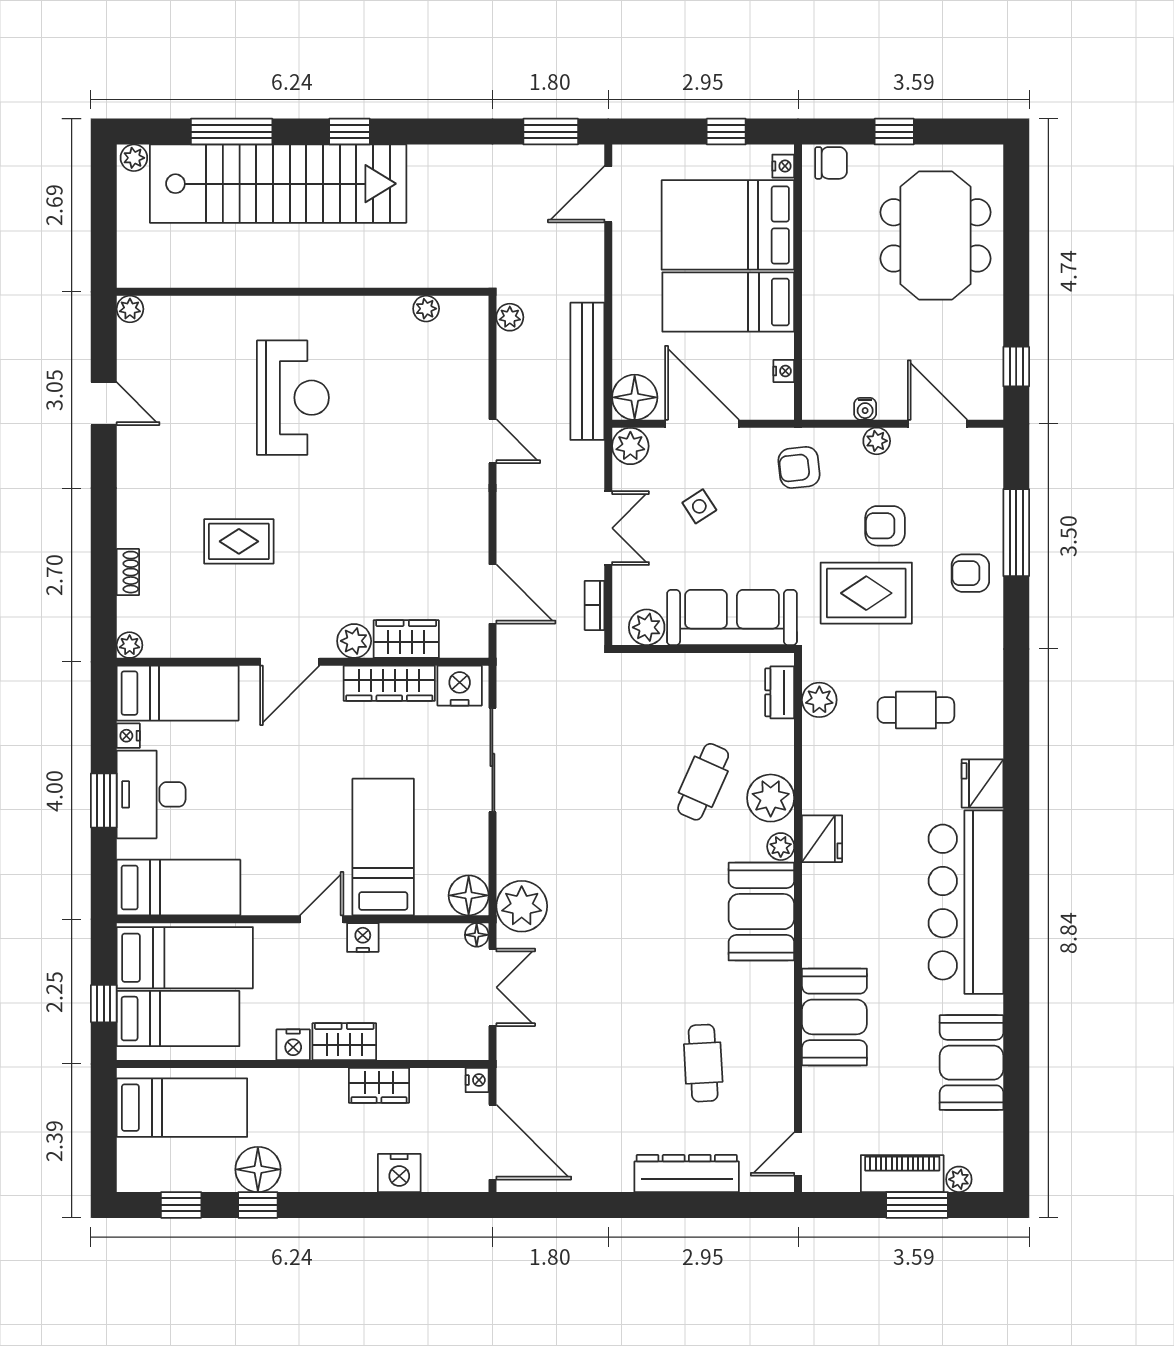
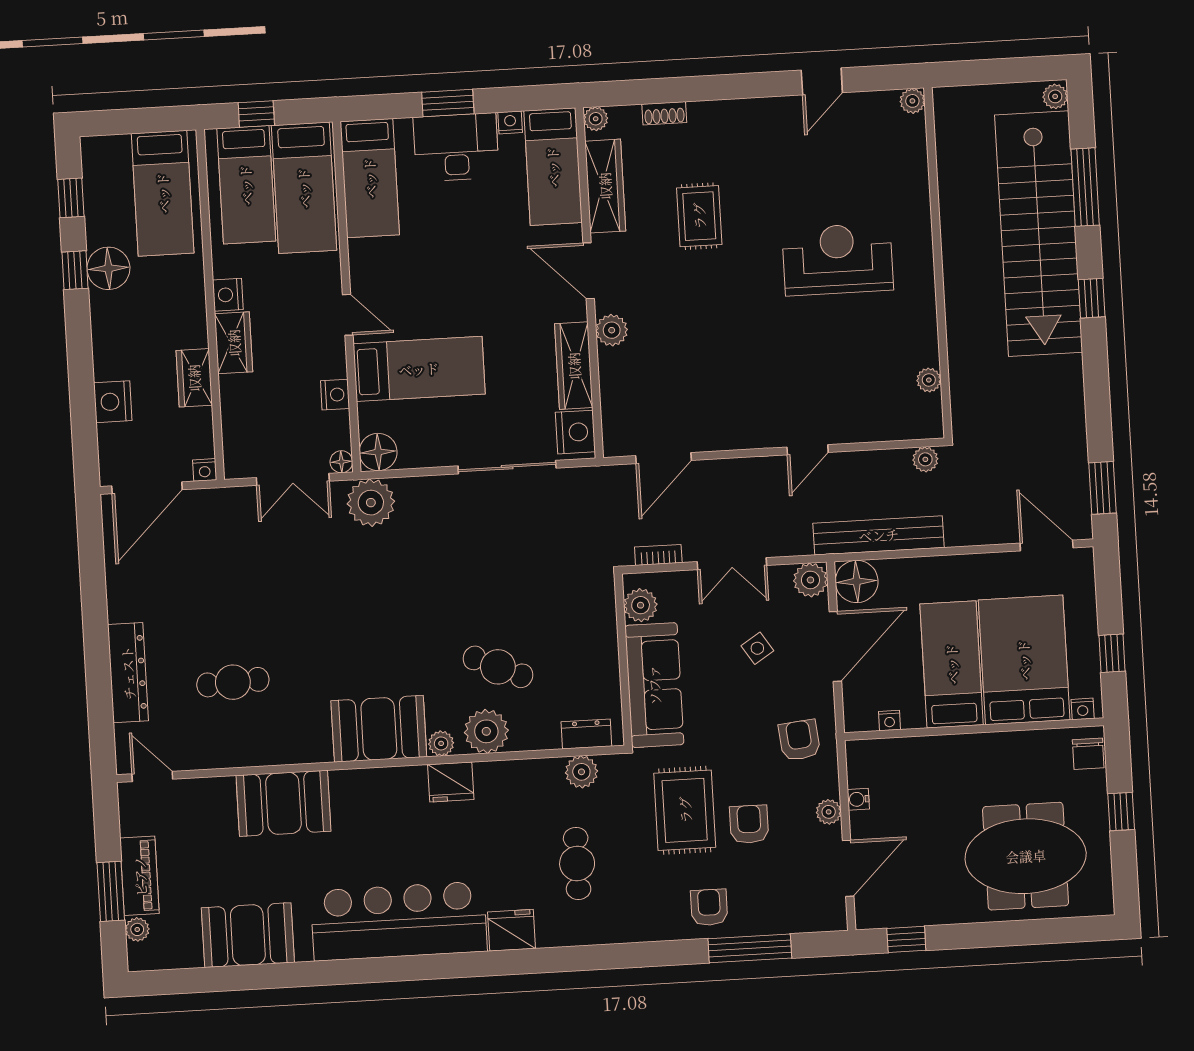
reception desk: (293, 398) -> (838, 259), turned 180
wardrobe: (406, 639) -> (605, 186), moved, width x1.50
nightstand: (363, 938) -> (335, 395), moved

